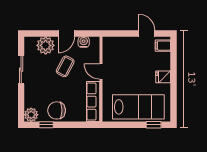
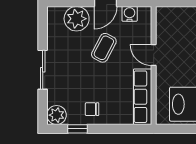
sliding door: (21, 70) -> (43, 70), moved
chair: (57, 110) -> (92, 109), width x0.54, depth x0.54

